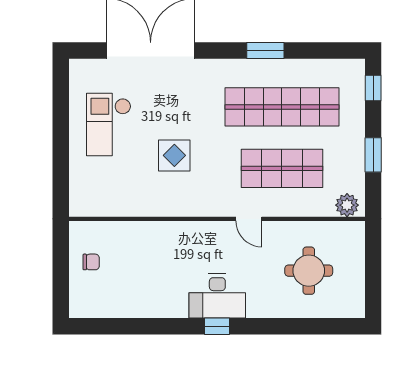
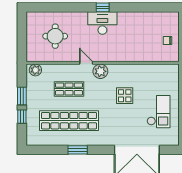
window: (373, 88) -> (22, 117), moved
shop shelf: (282, 168) -> (69, 89), width x0.70, depth x0.74
plant: (221, 203) -> (100, 71), added

